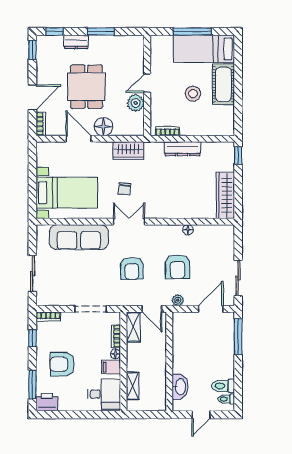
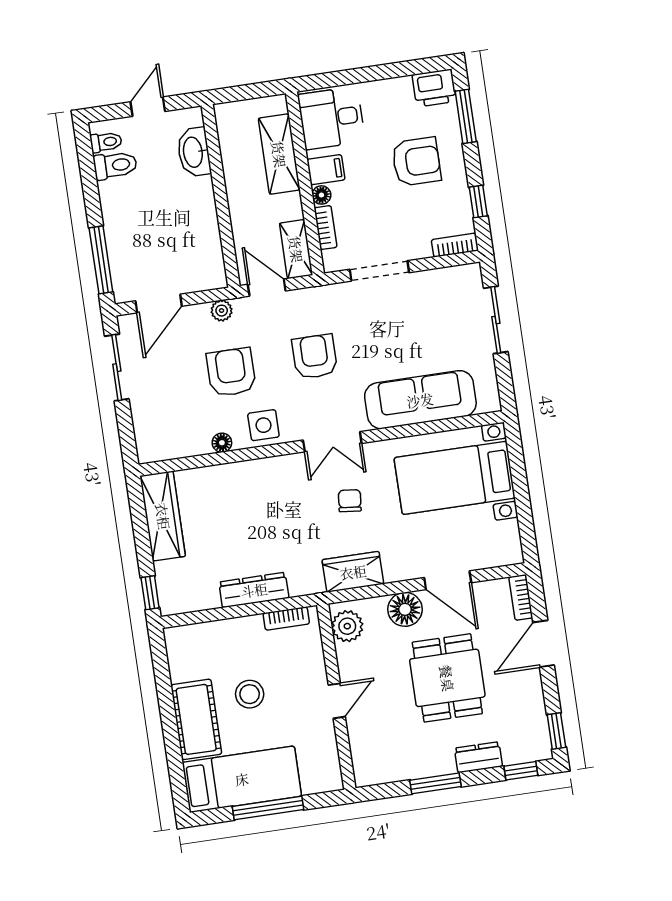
plant: (136, 103) -> (347, 626), moved
side table: (164, 236) -> (263, 425), added
shelving: (133, 386) -> (279, 154), width x1.50, depth x1.33

